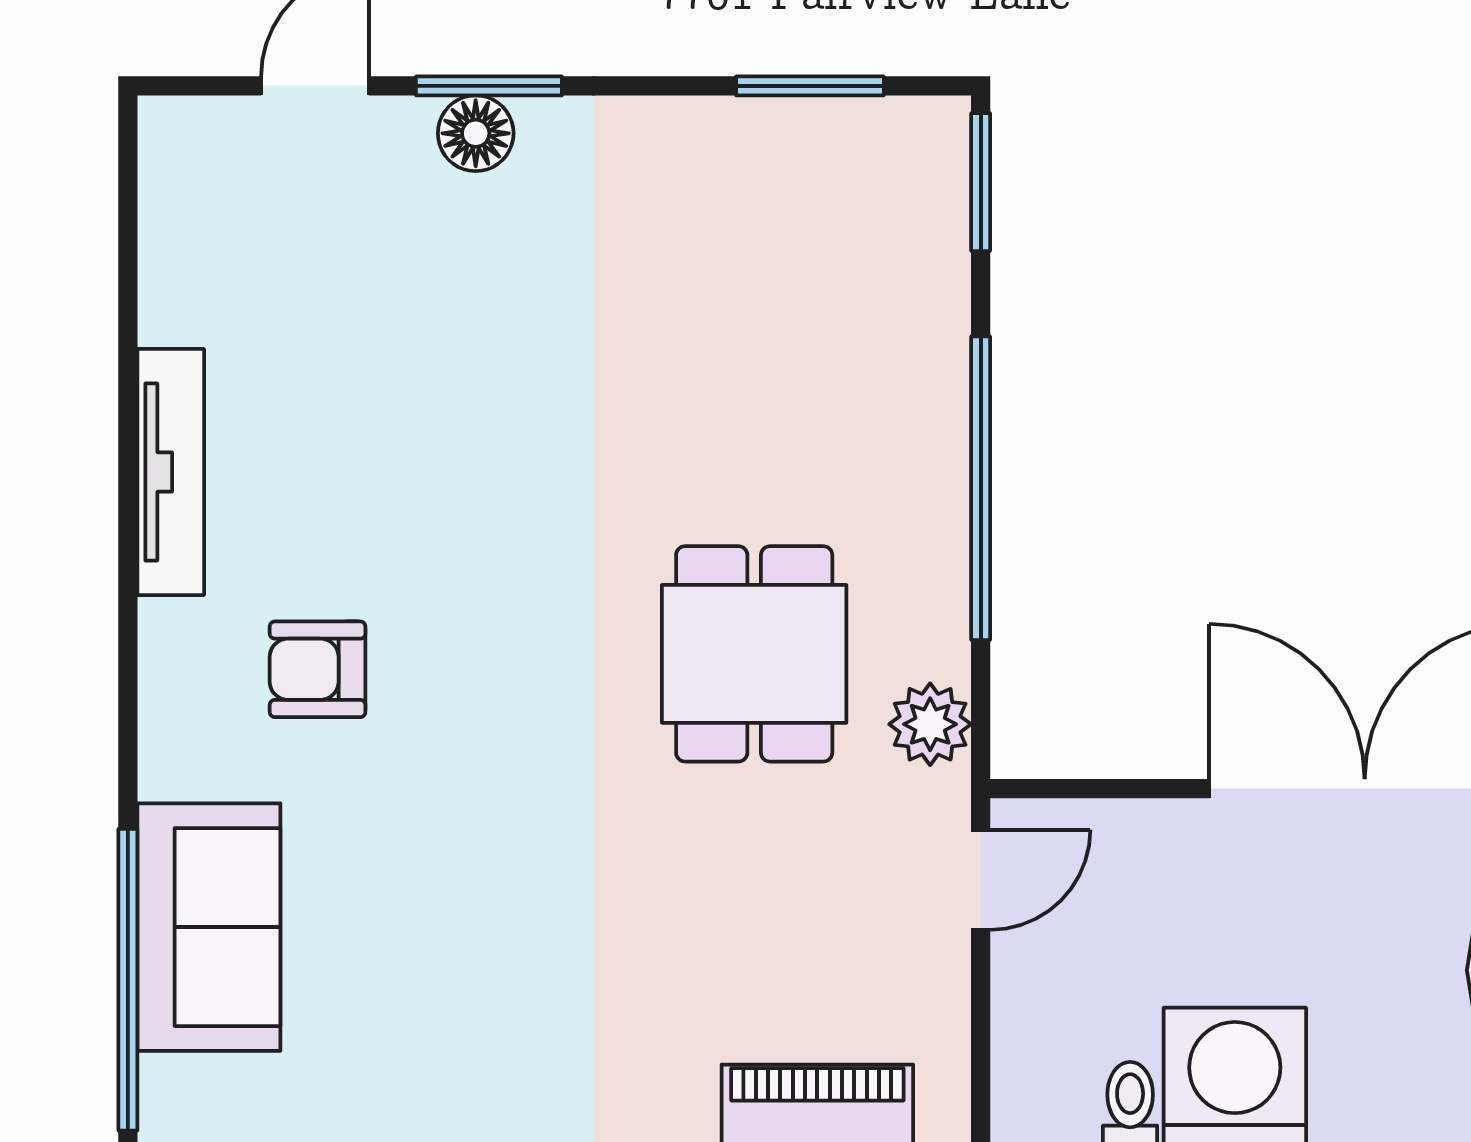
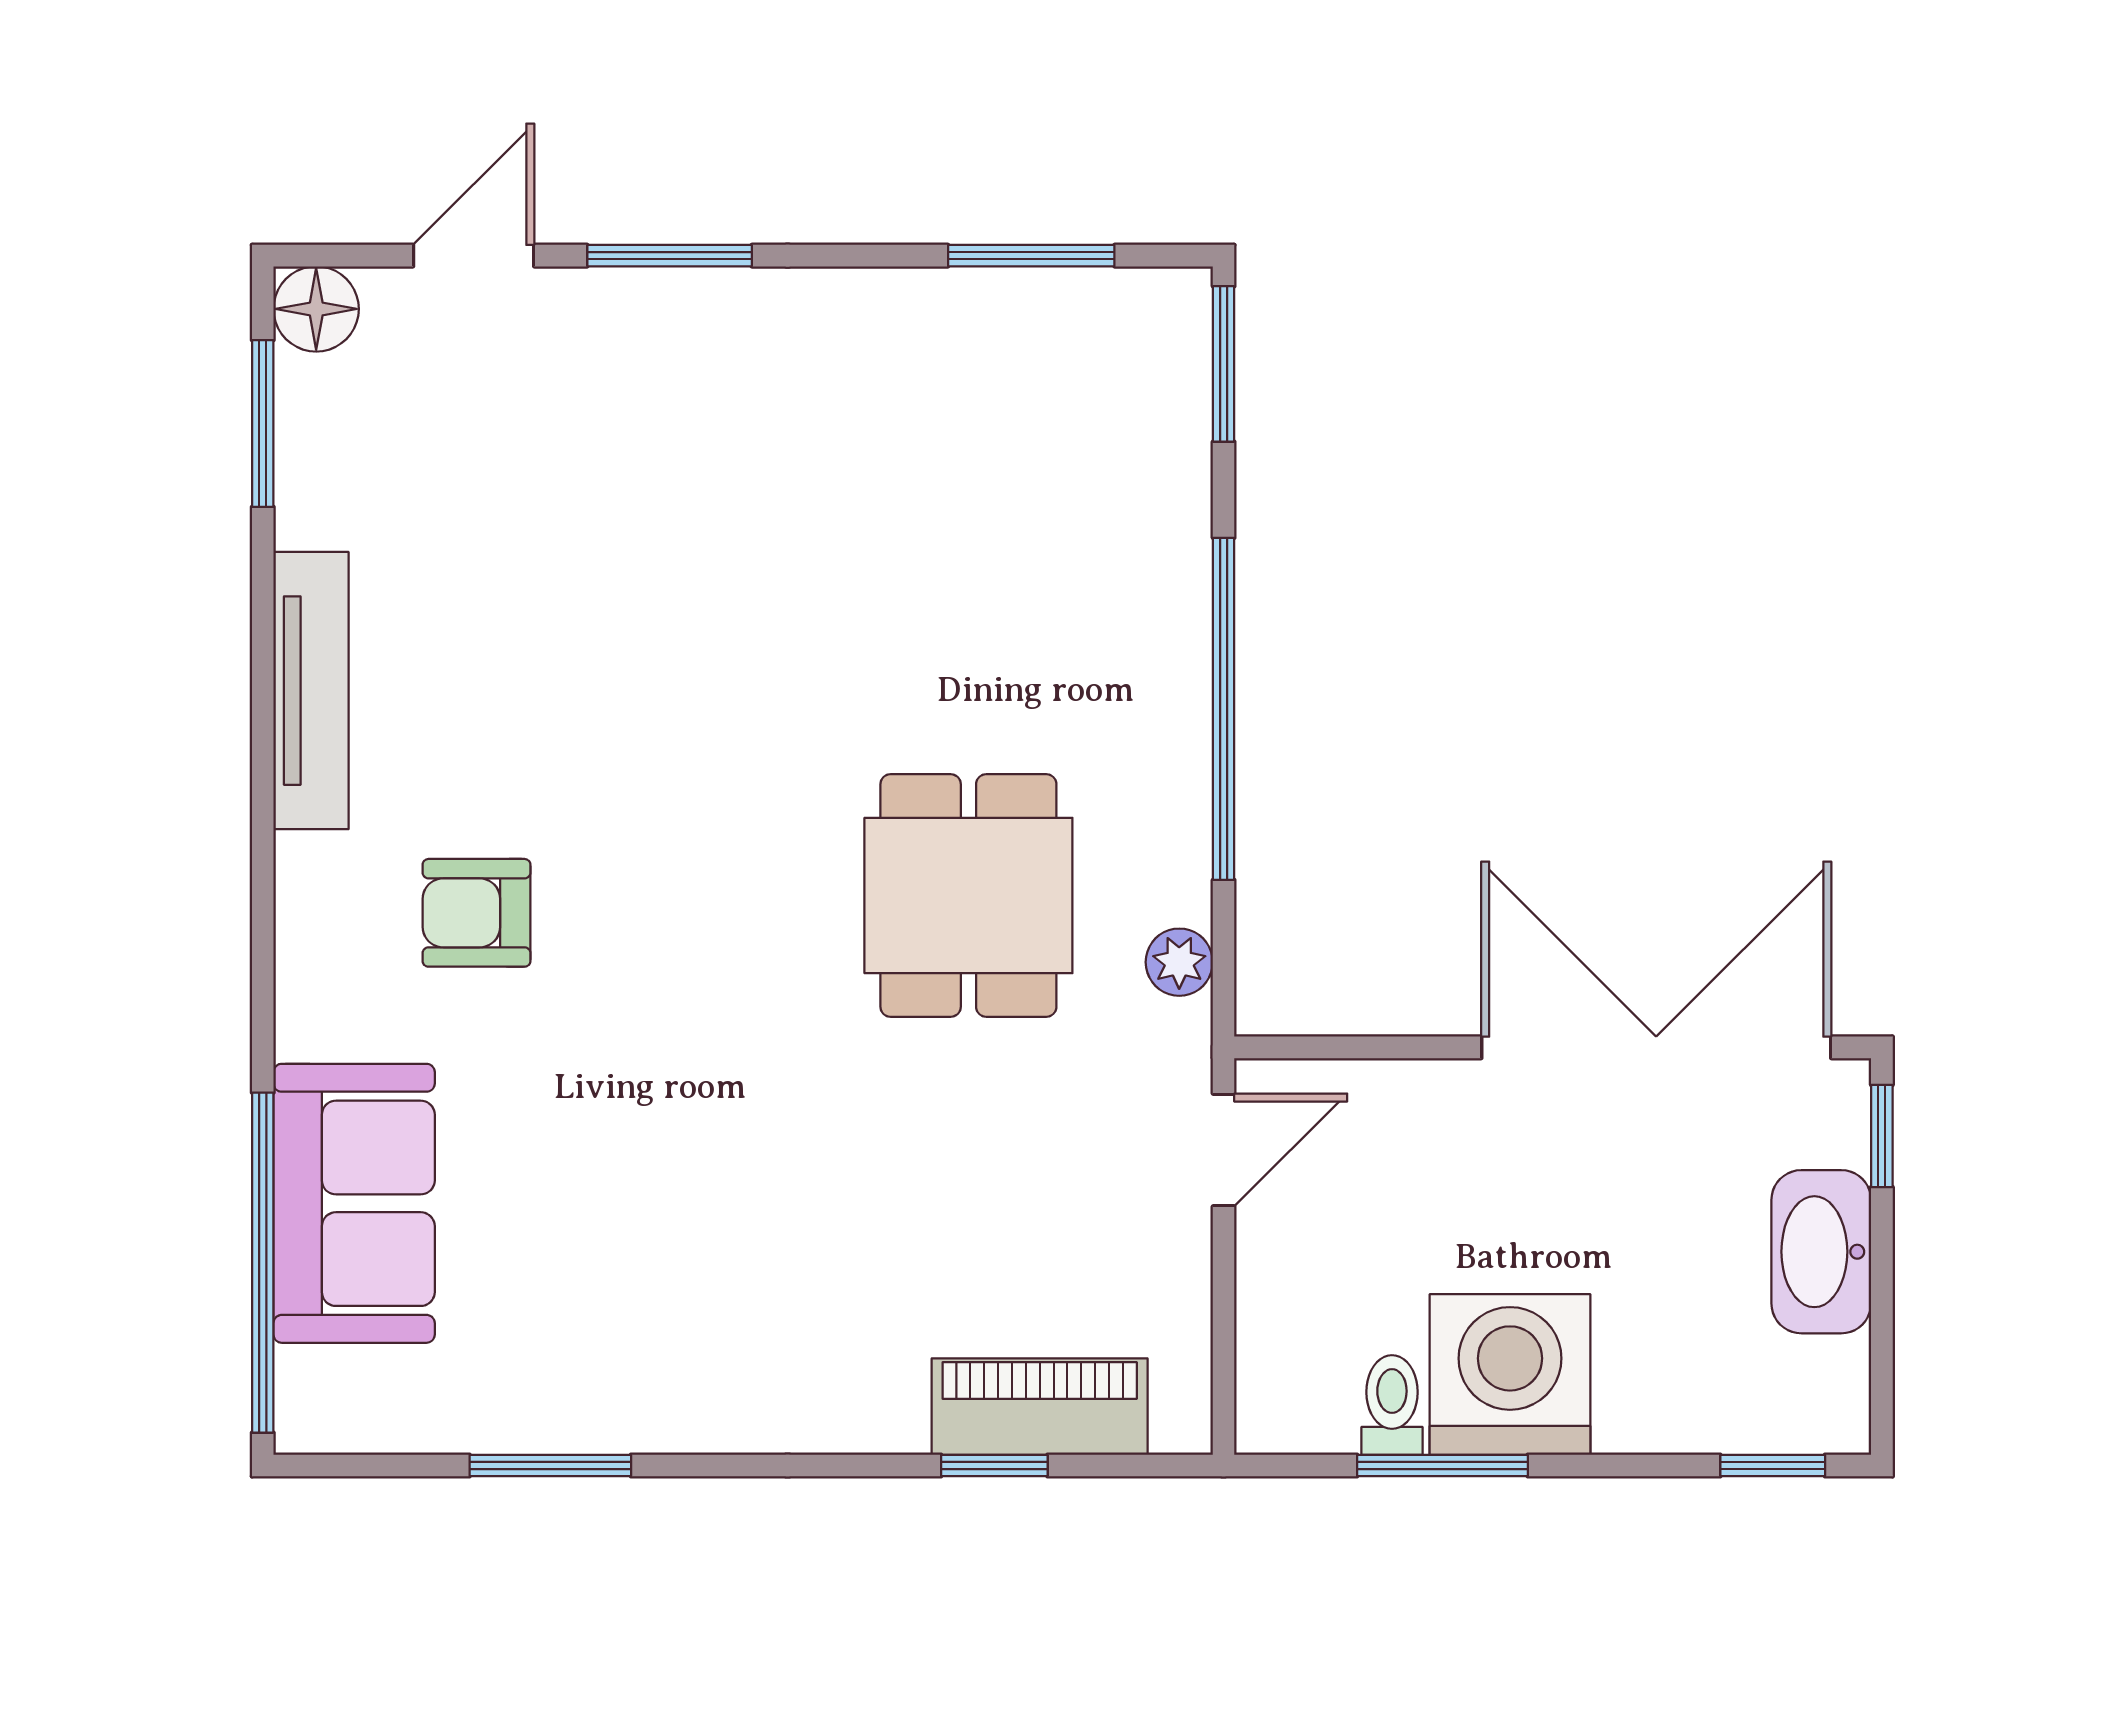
floor lamp: (476, 133) -> (316, 309), moved
window: (128, 235) -> (263, 424), added
plant: (930, 724) -> (1179, 962), width x0.73, depth x0.73

